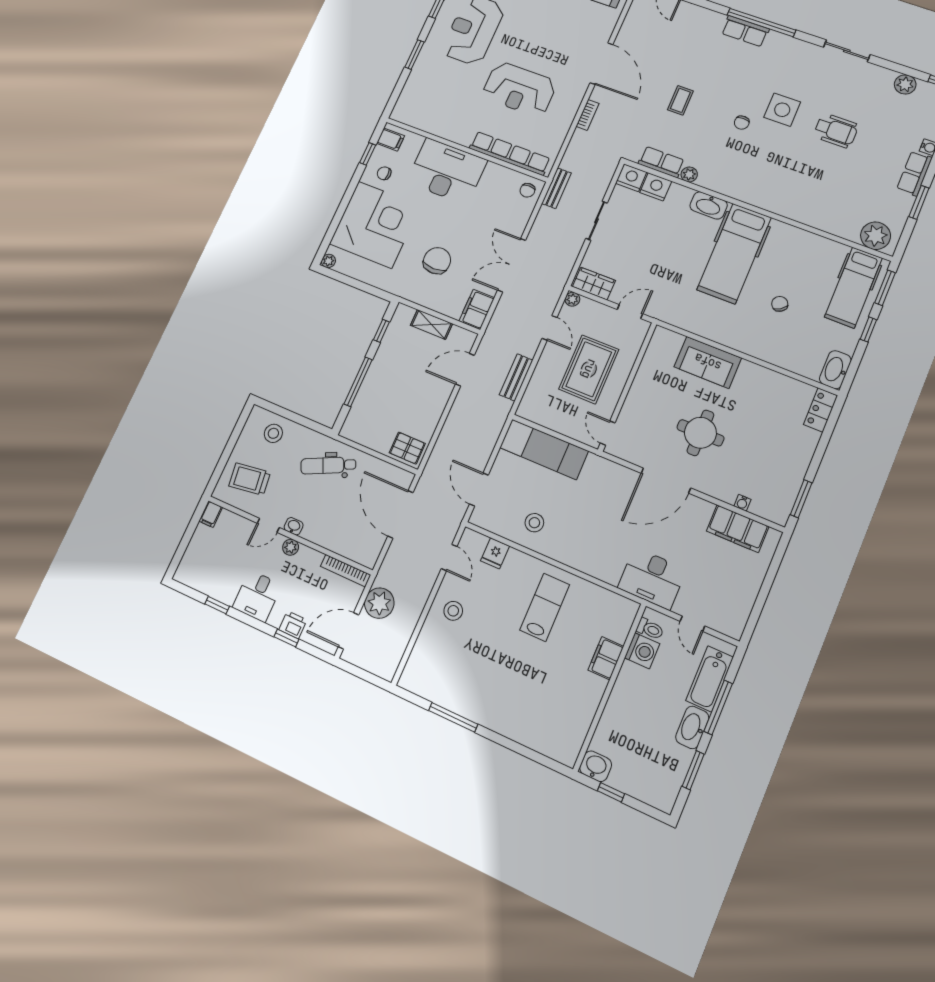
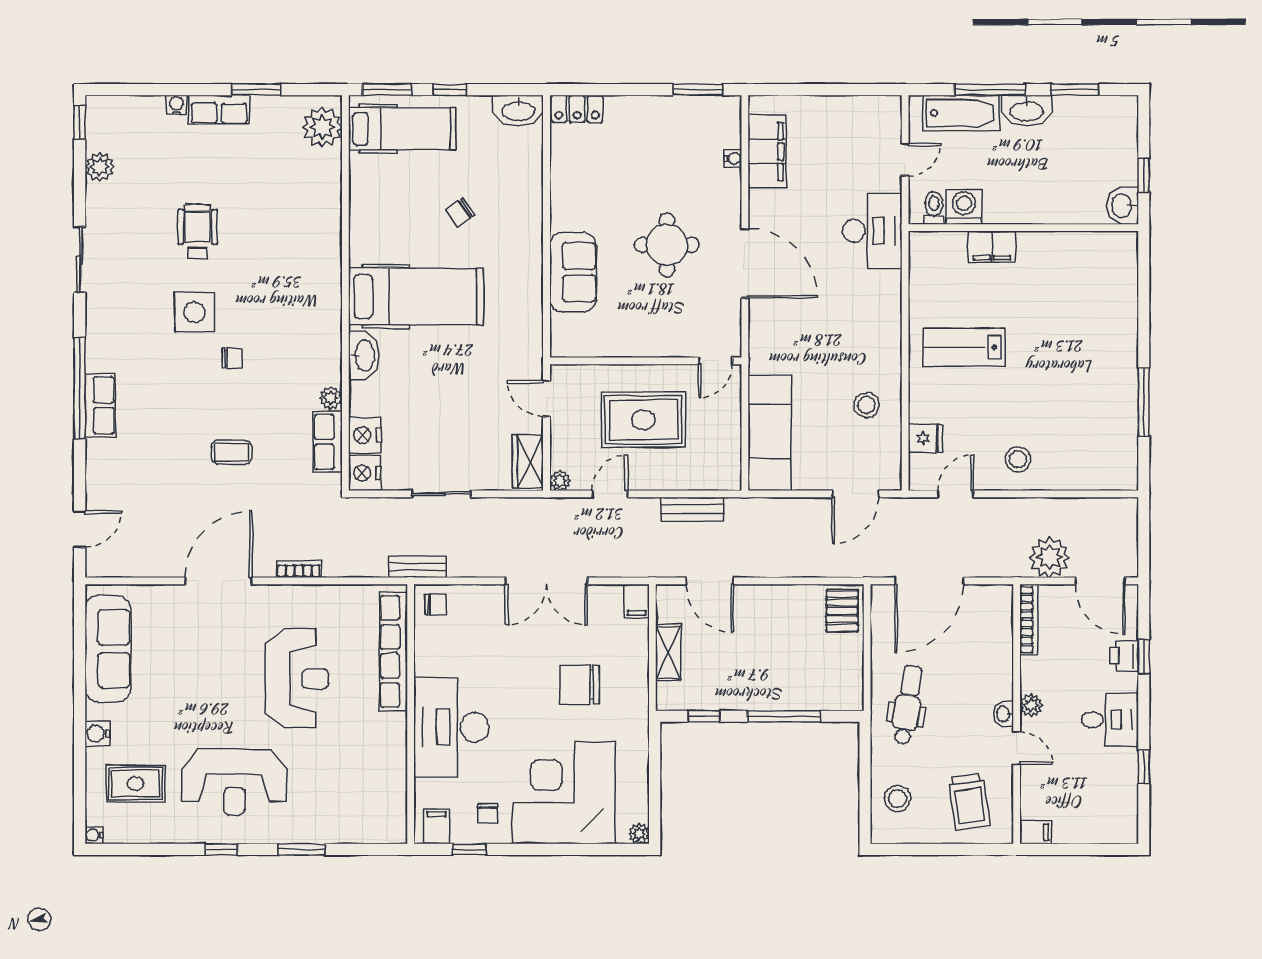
filing cabinet: (477, 309) -> (637, 601), width x0.50
dental chair: (328, 465) -> (908, 705), turned -146

